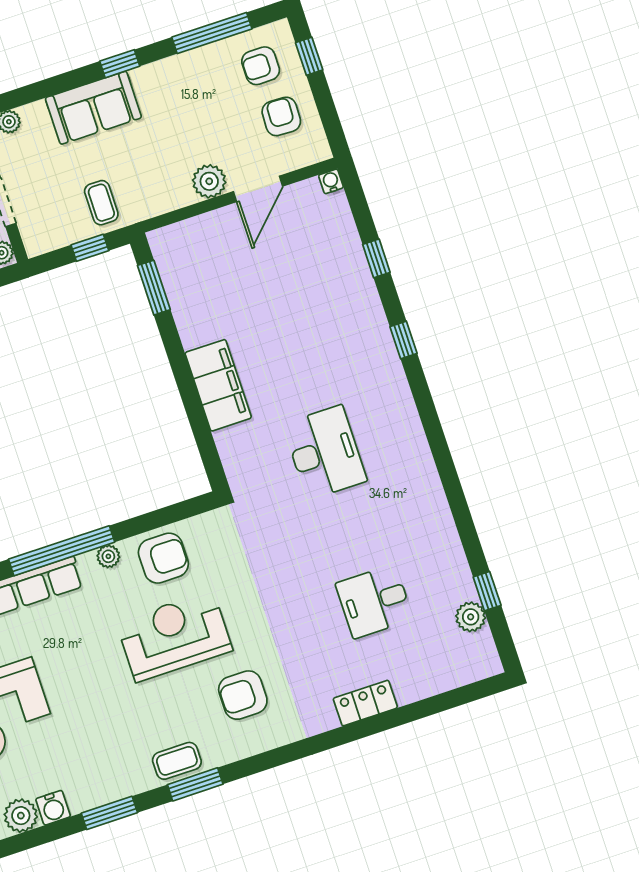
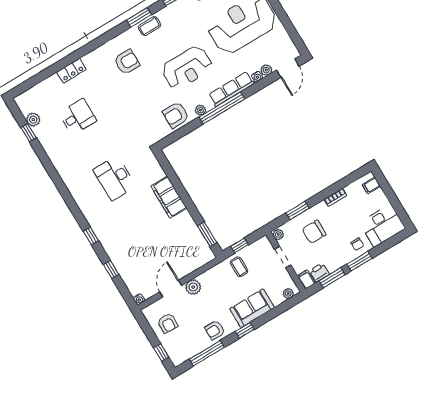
armchair: (261, 66) -> (215, 330), moved, turned 180
reception desk: (174, 636) -> (187, 68), moved

